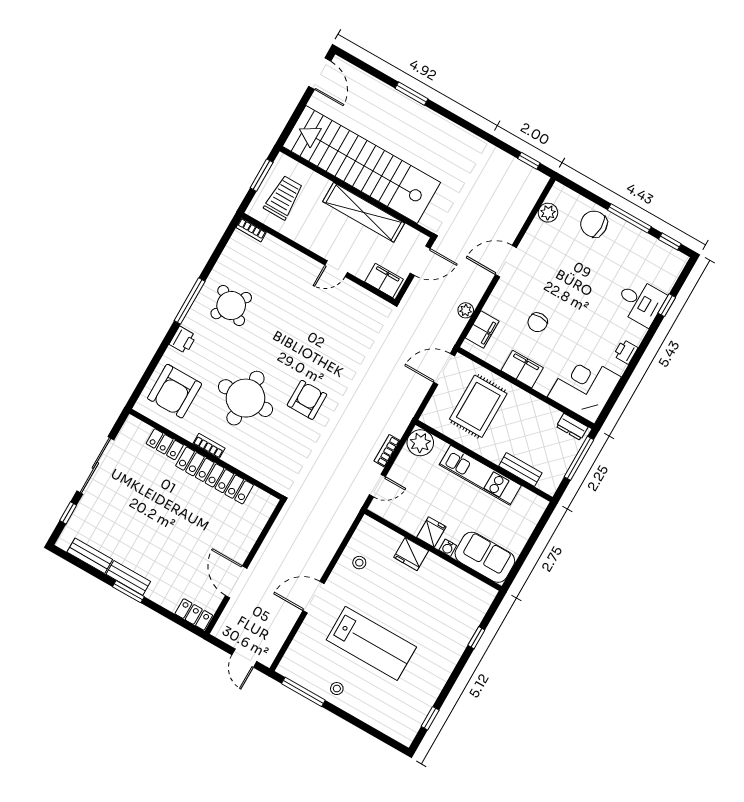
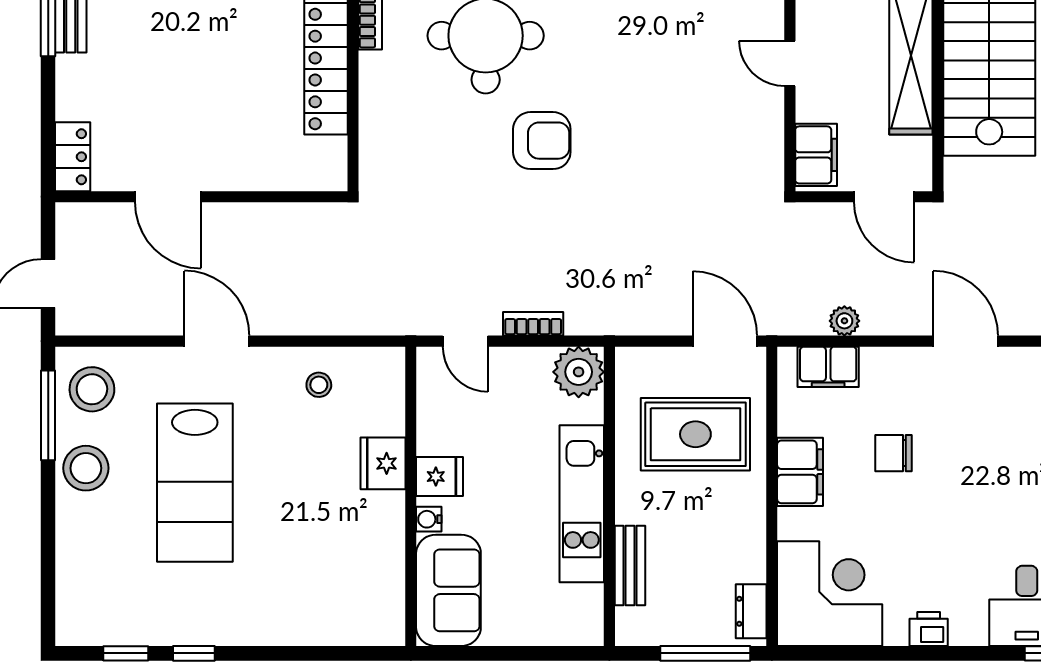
door: (236, 582) -> (168, 197), swing flipped
window: (476, 638) -> (194, 653), moved
stool: (303, 666) -> (92, 389), added
stool: (337, 689) -> (86, 468), width x1.89, depth x1.89

